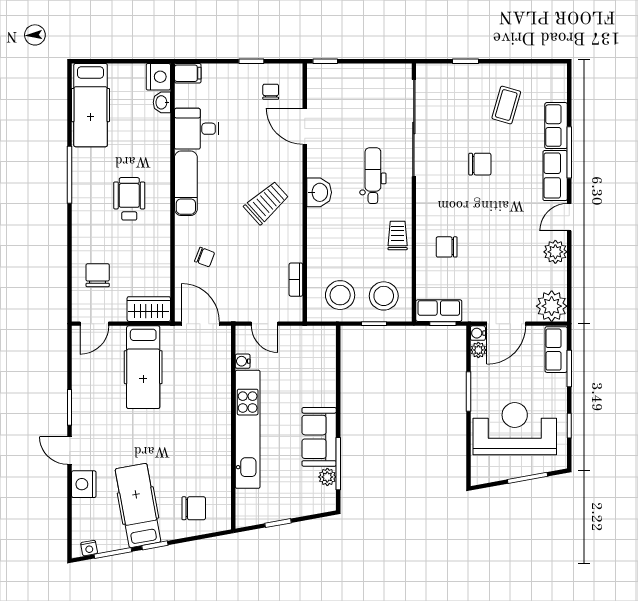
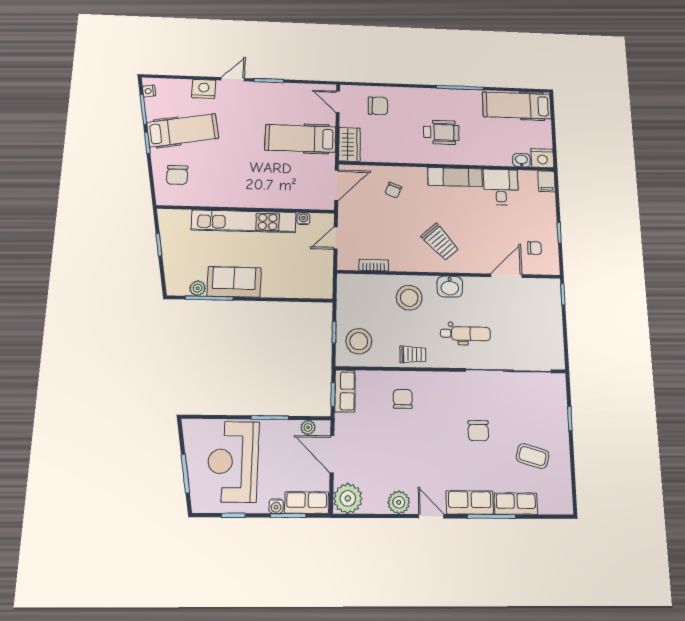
stool: (340, 295) -> (409, 298), moved
water cooler: (478, 333) -> (276, 506), moved, turned 180
reception desk: (515, 429) -> (233, 461), turned 180

